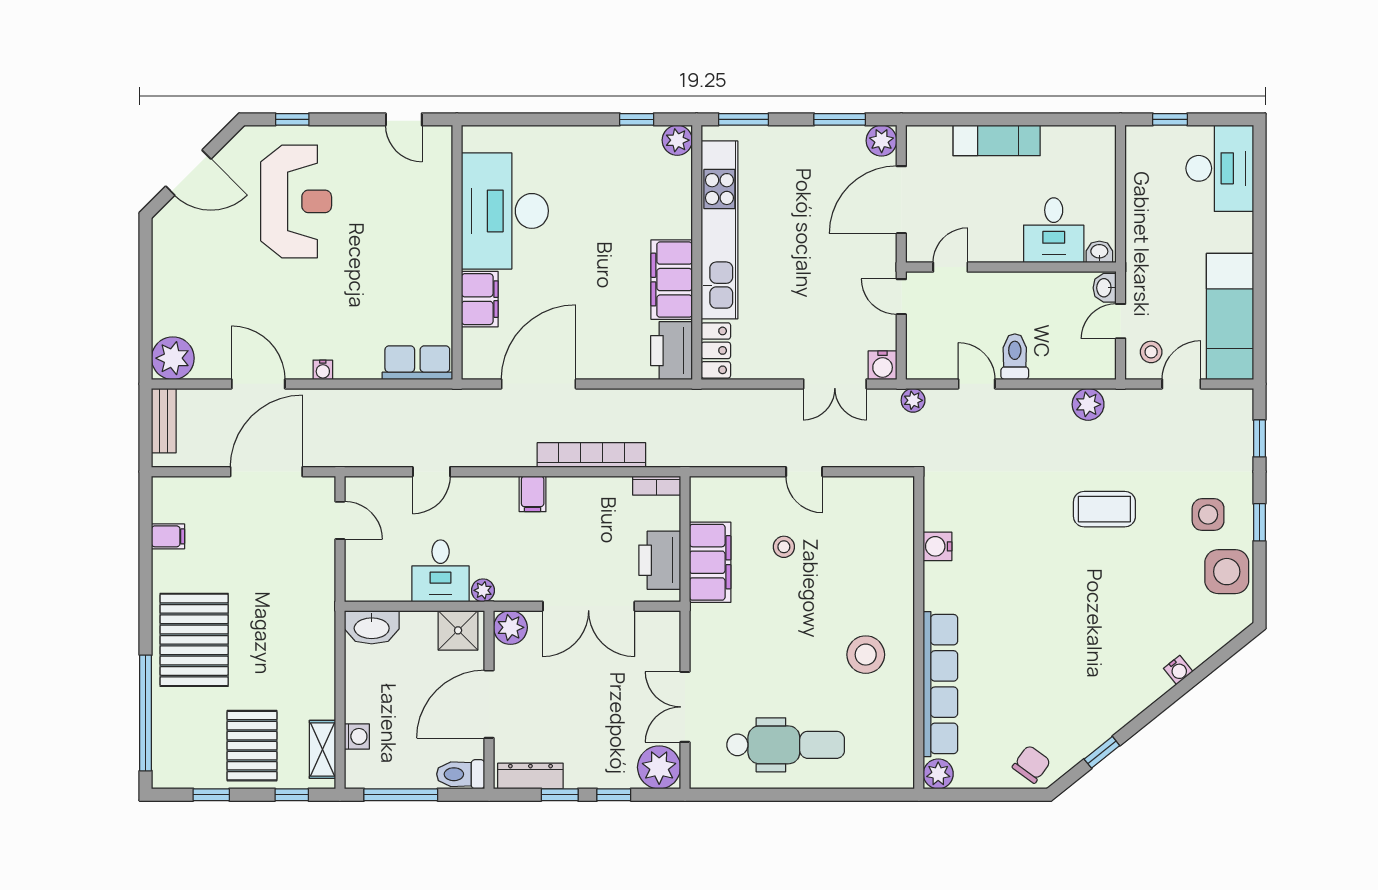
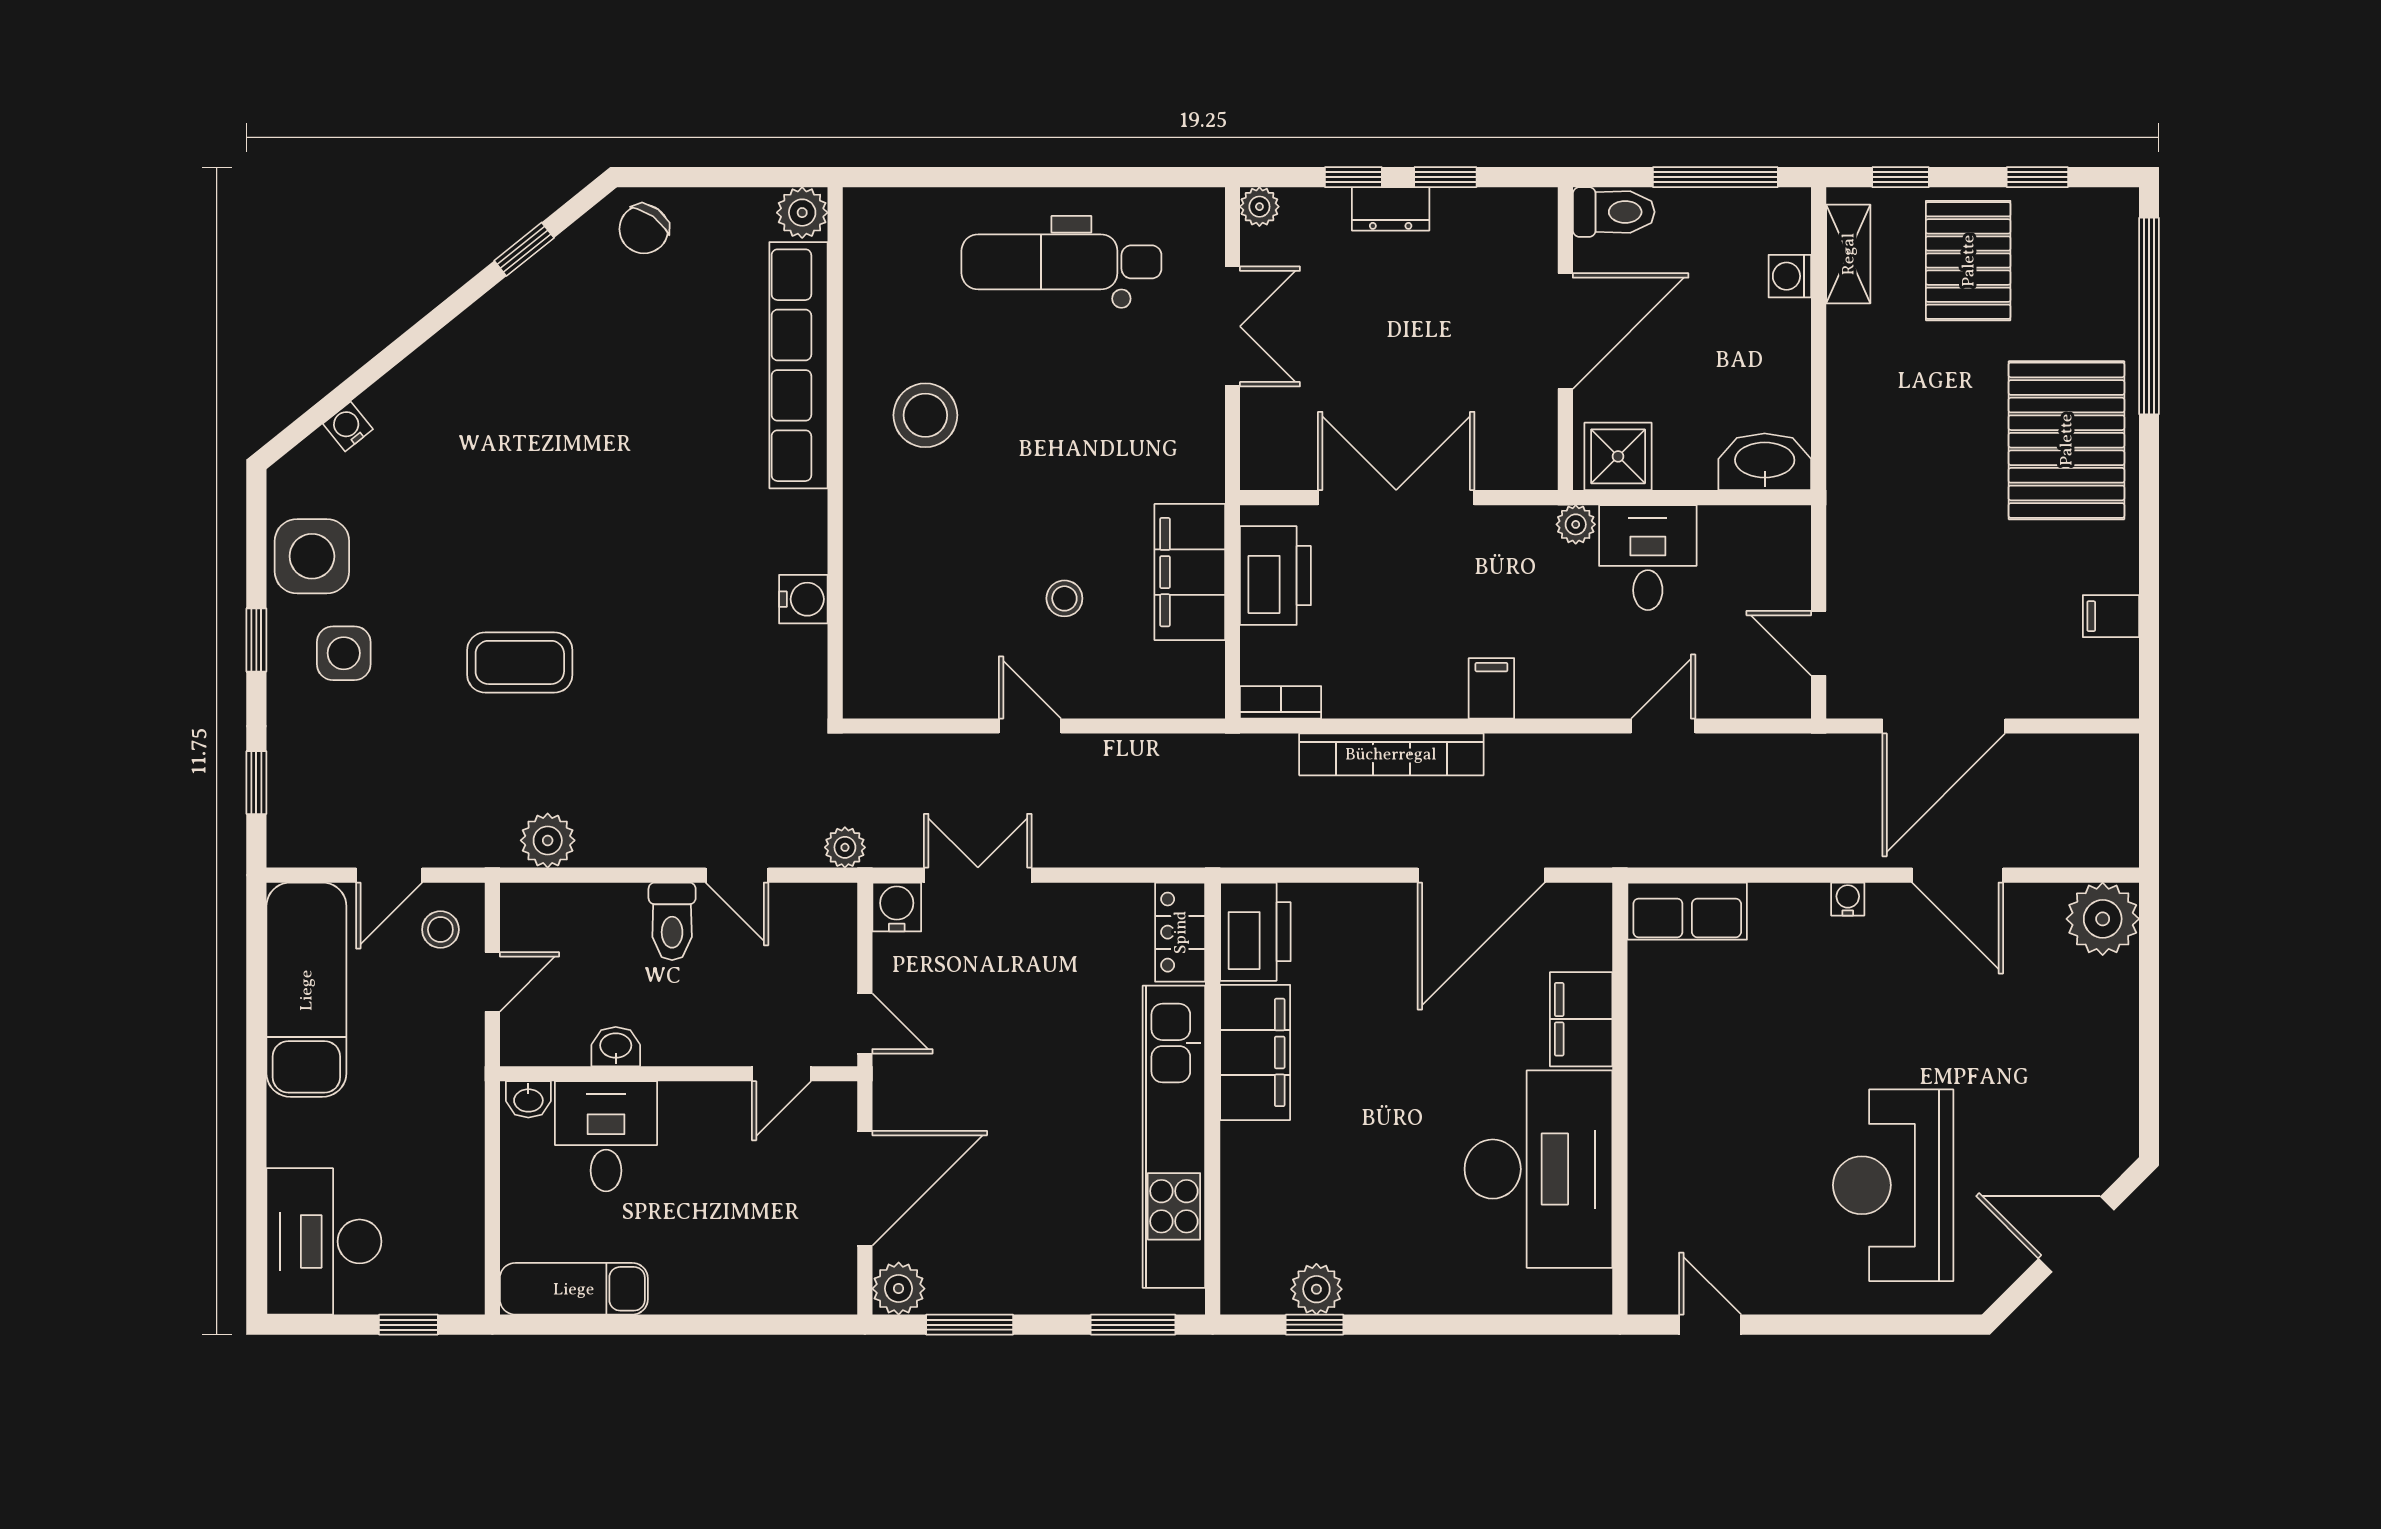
window: (292, 119) -> (1900, 1325), removed
plant: (677, 140) -> (1316, 1289), moved
exam couch: (997, 140) -> (574, 1289), moved
washbasin: (1105, 288) -> (616, 1047), moved, turned -90
bench: (164, 421) -> (2118, 813), removed
plant: (510, 627) -> (1529, 461), removed
water cooler: (1178, 670) -> (348, 426), moved
plant: (659, 767) -> (1259, 207), width x0.53, depth x0.53
dresser: (530, 776) -> (1391, 209), moved, width x0.70

